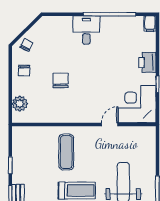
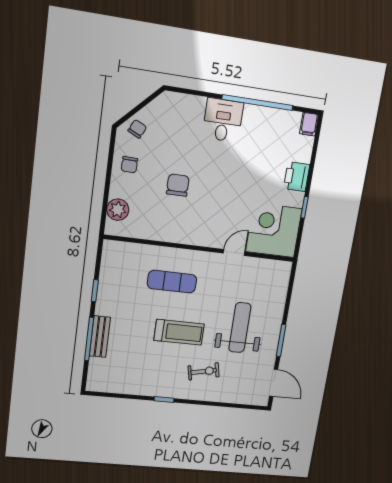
exercise mat: (66, 152) -> (172, 282), turned 90

